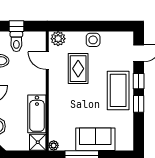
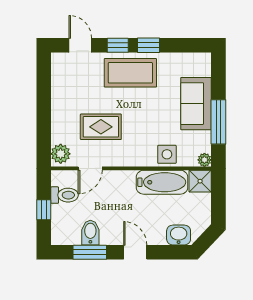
side table: (93, 40) -> (167, 154), moved
toilet: (16, 42) -> (65, 195), moved

